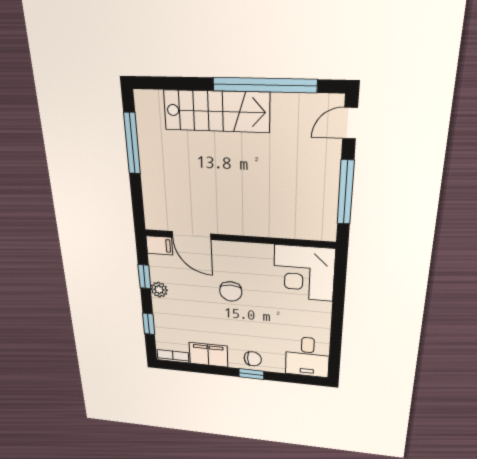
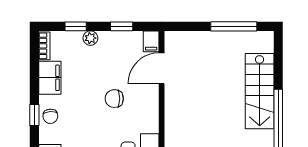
plant: (159, 290) -> (90, 38), moved

